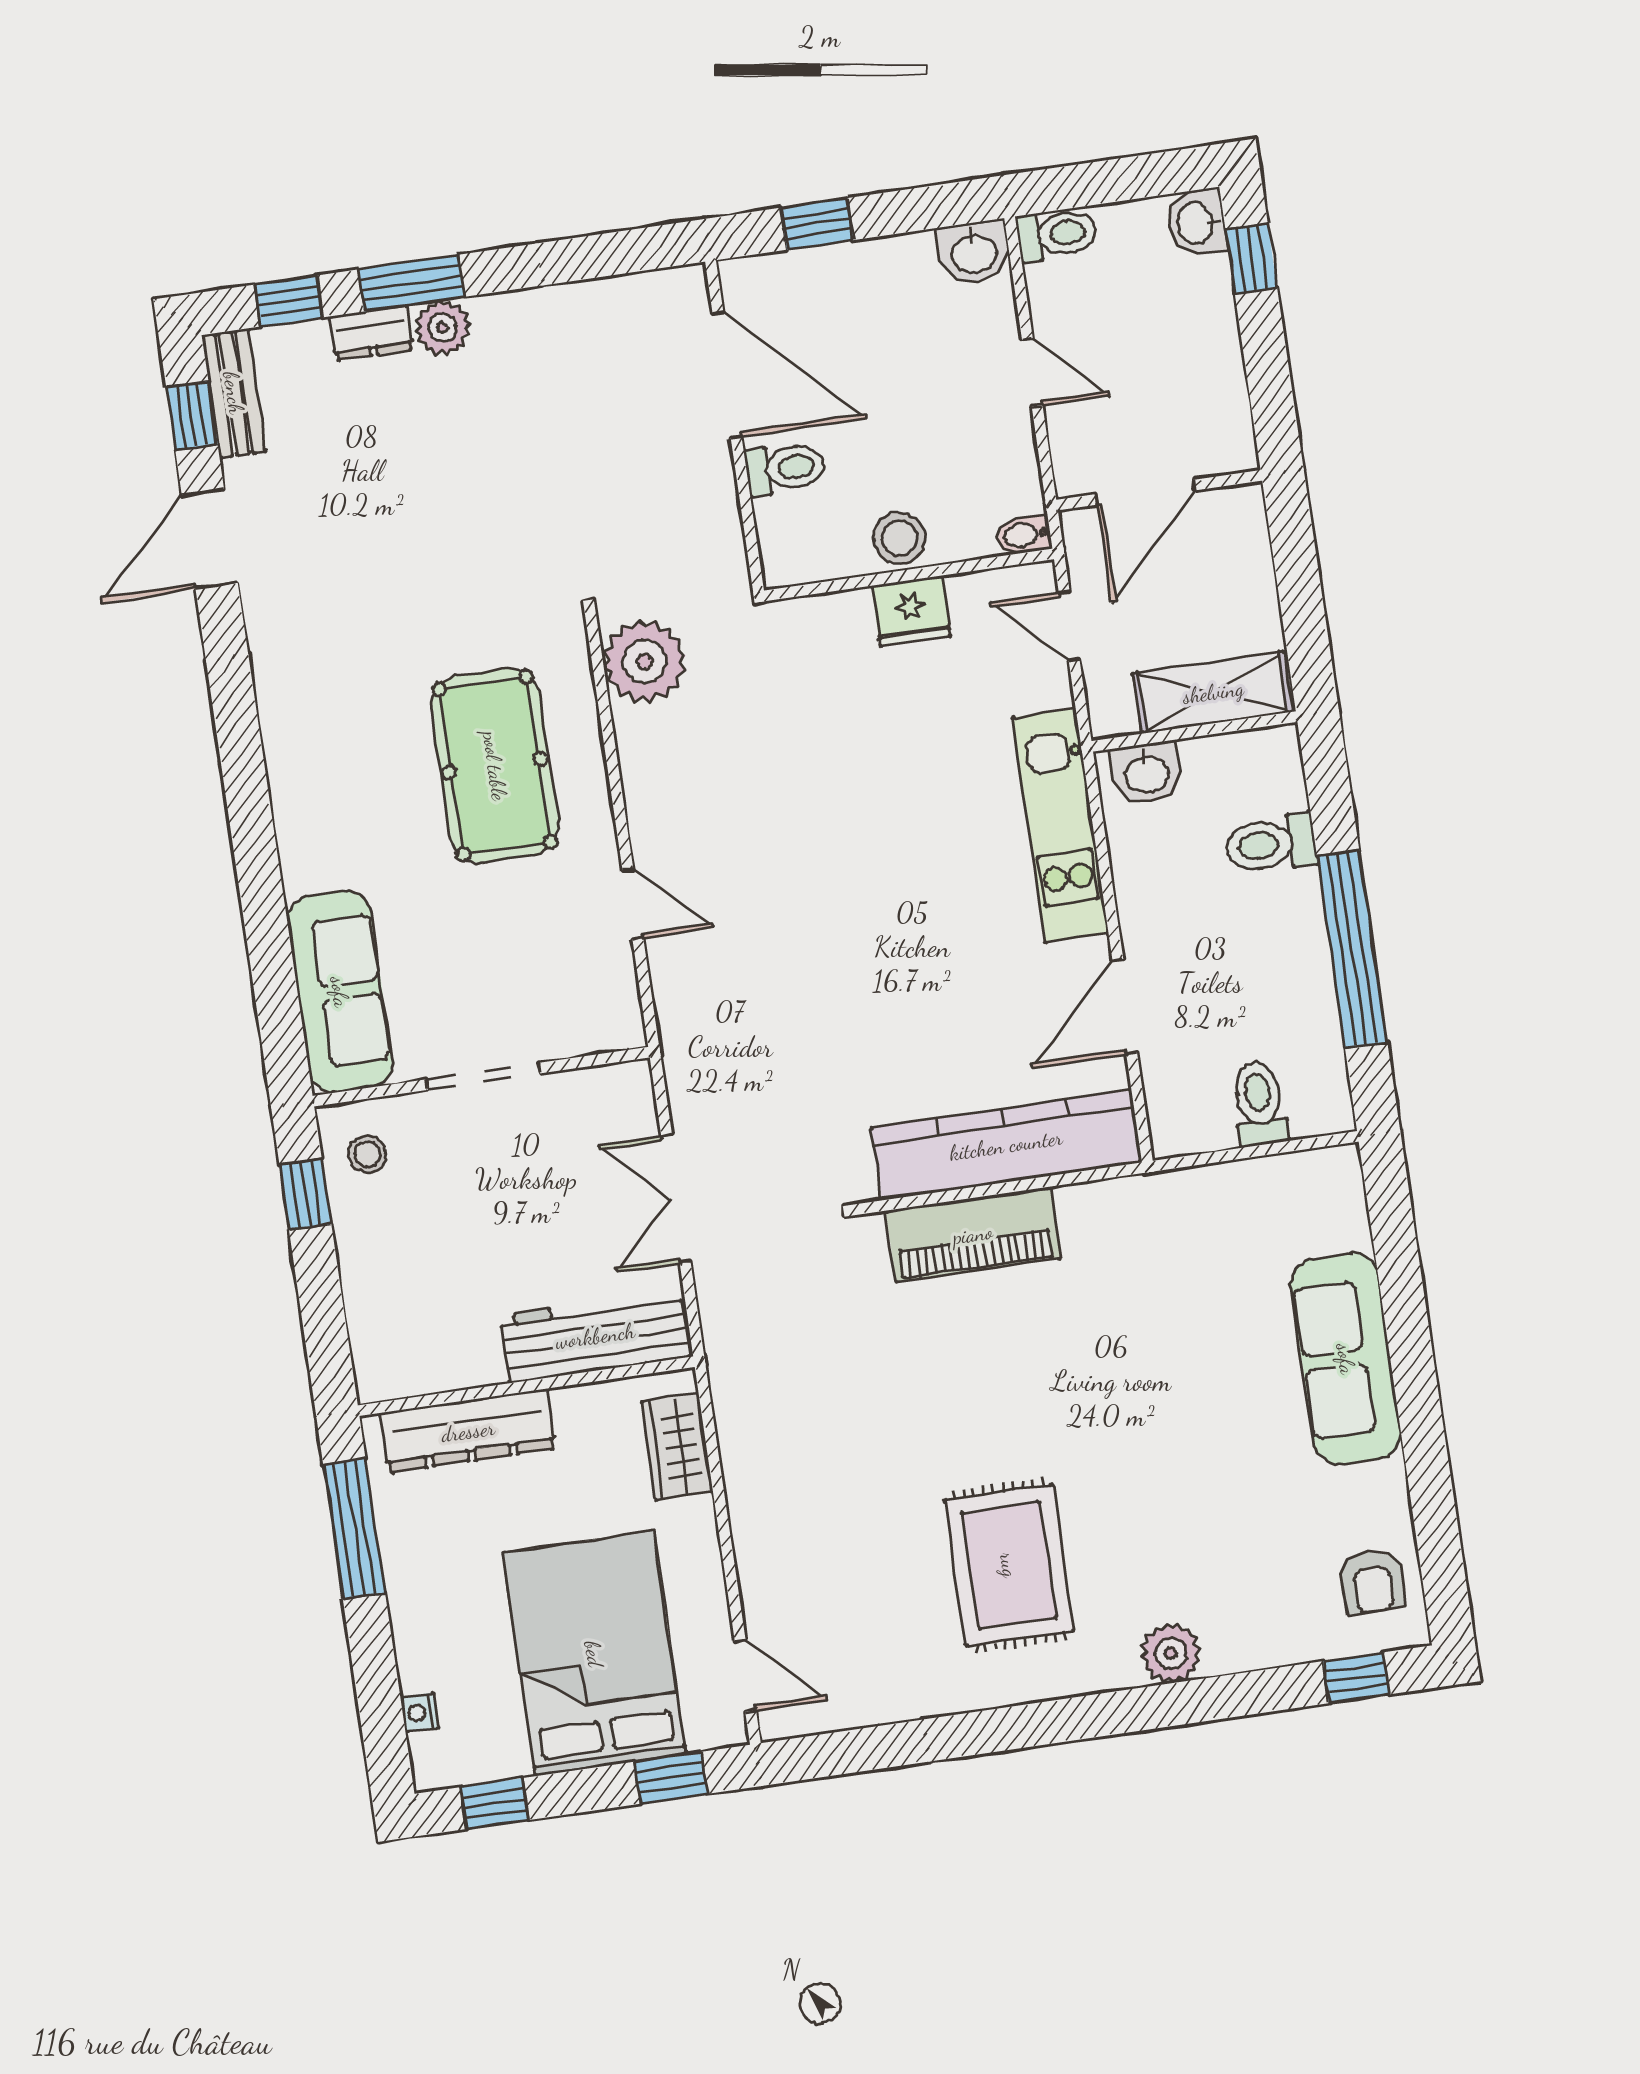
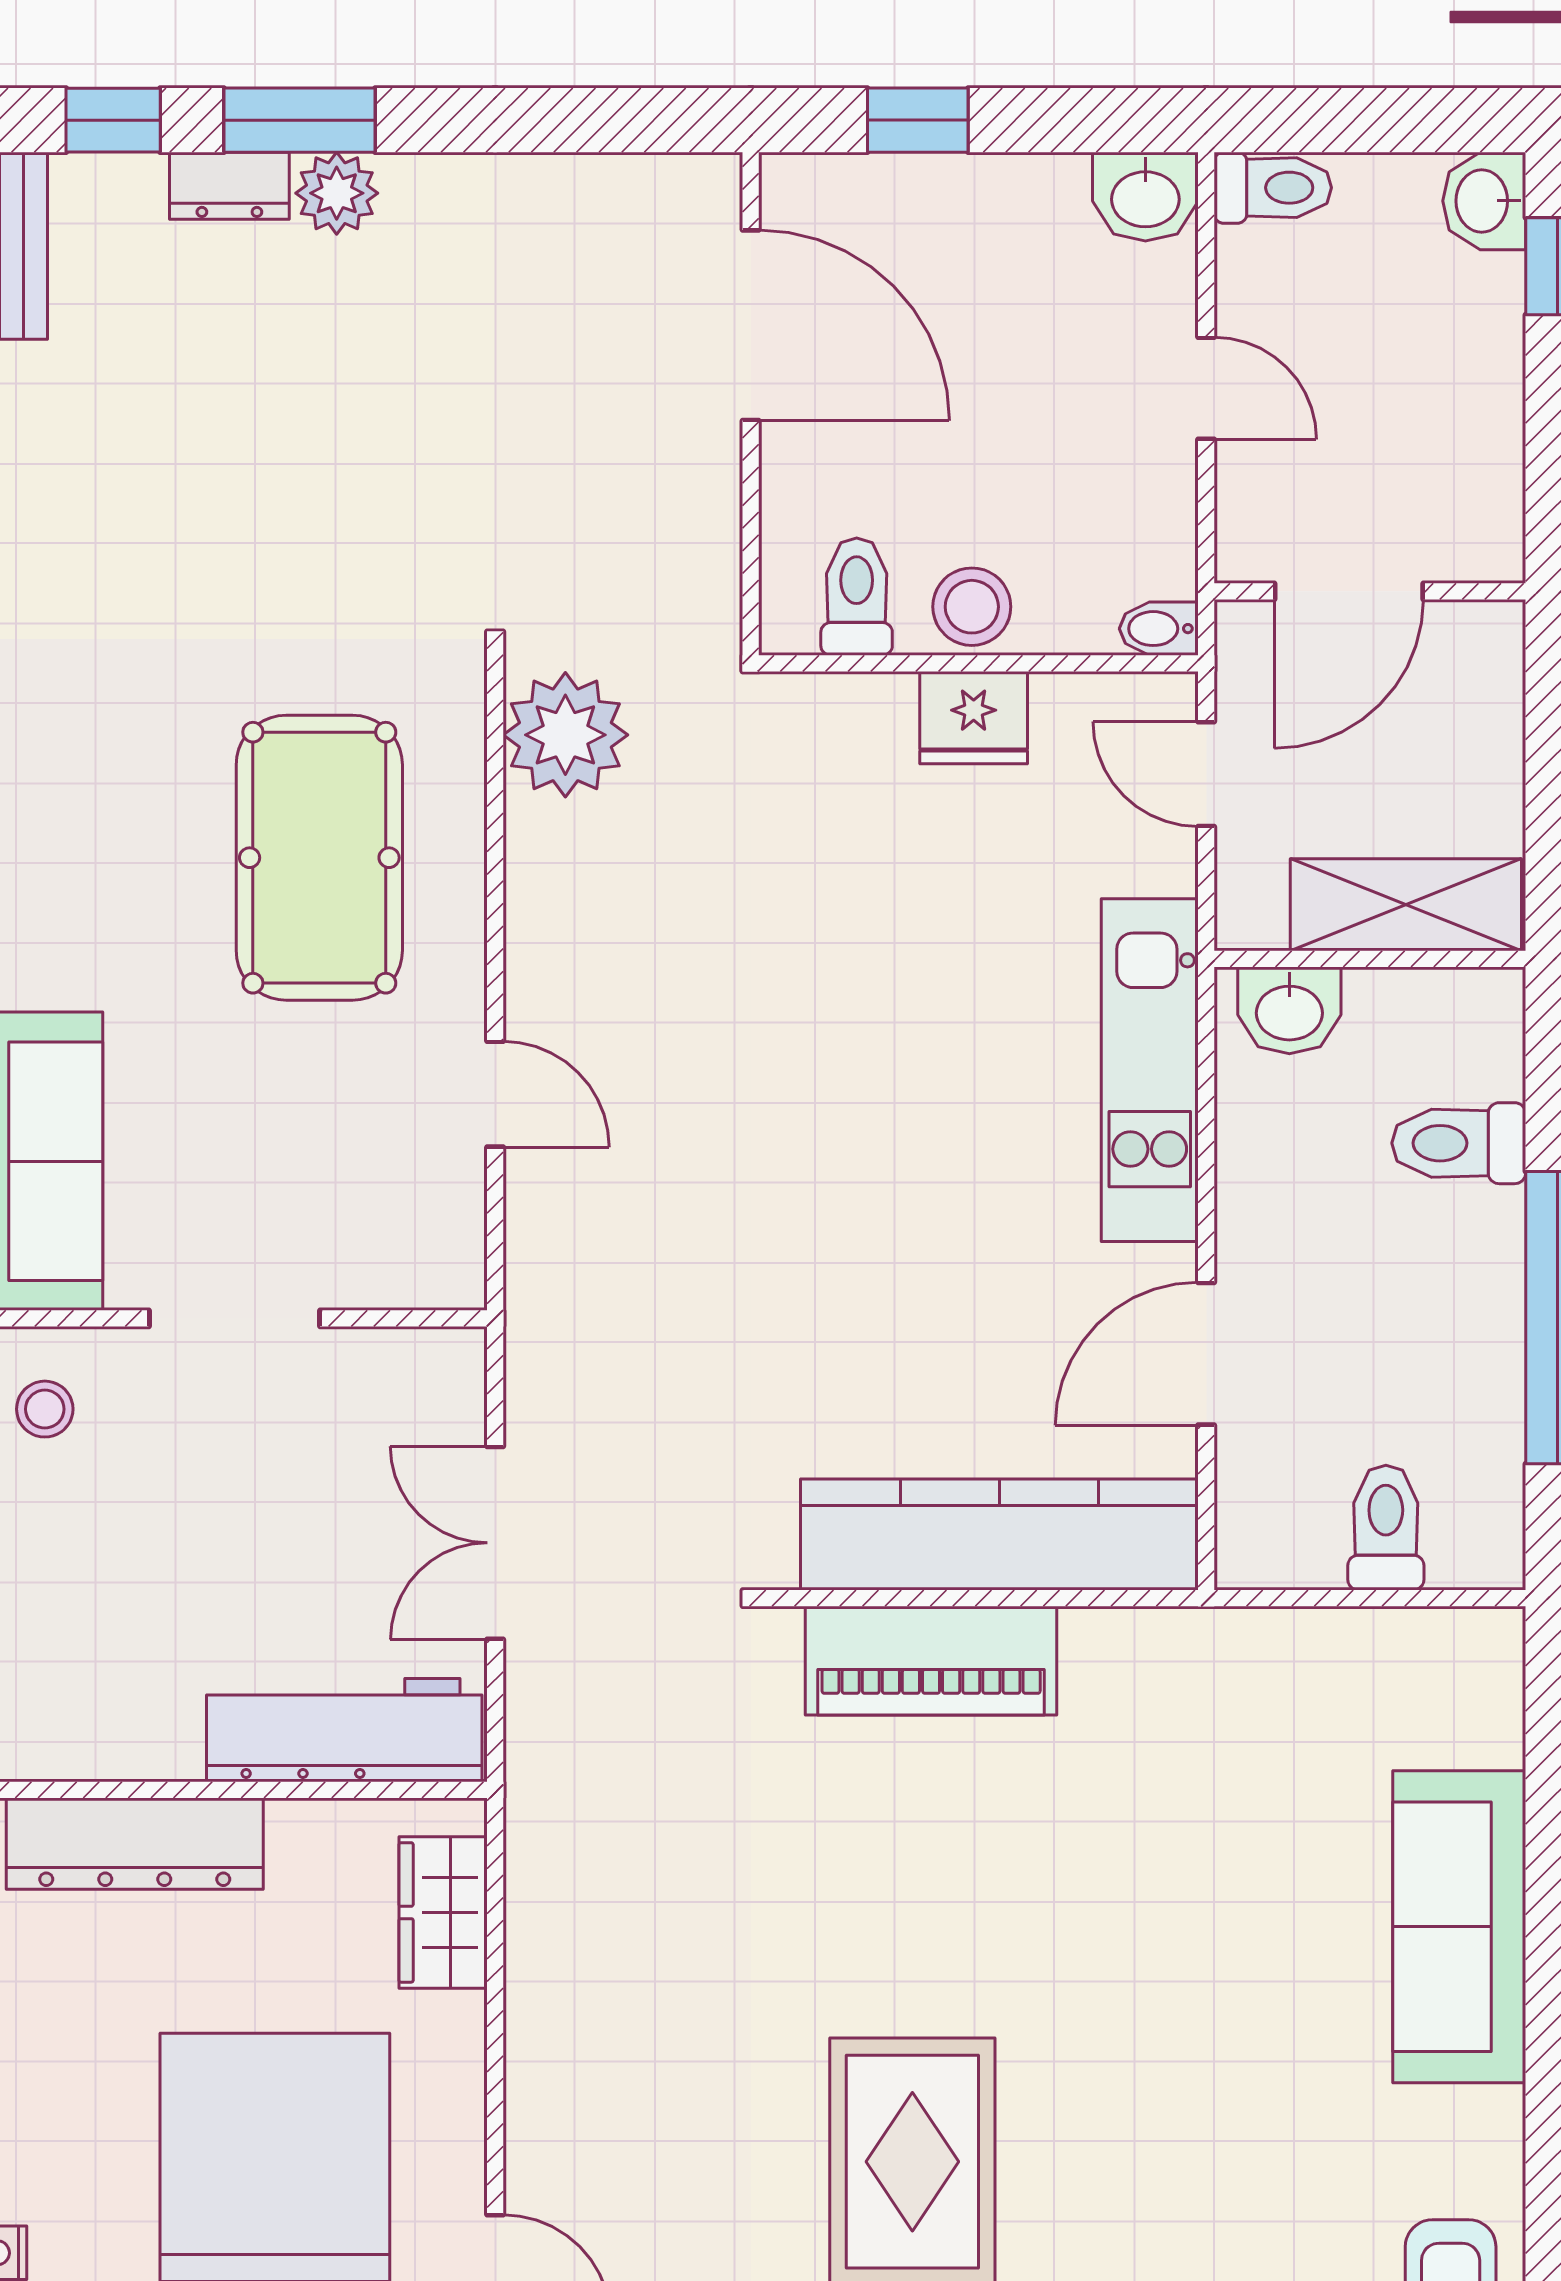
toilet: (785, 468) -> (857, 597), moved, turned -90

